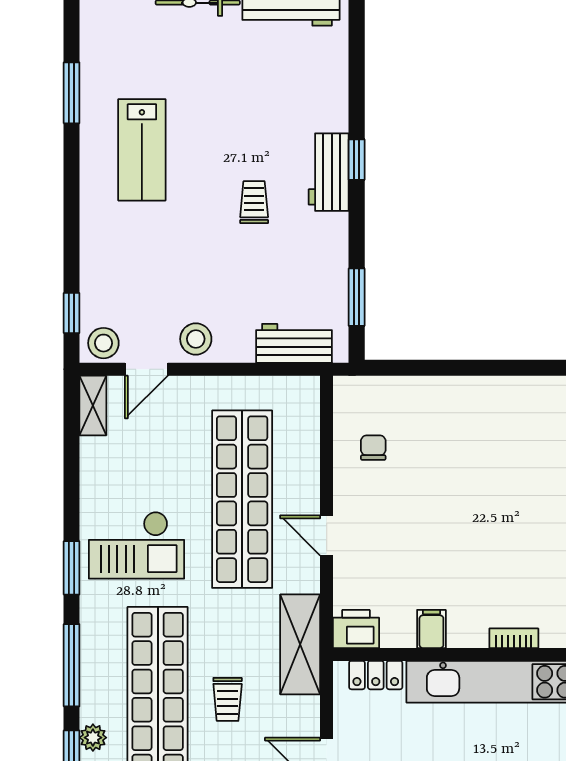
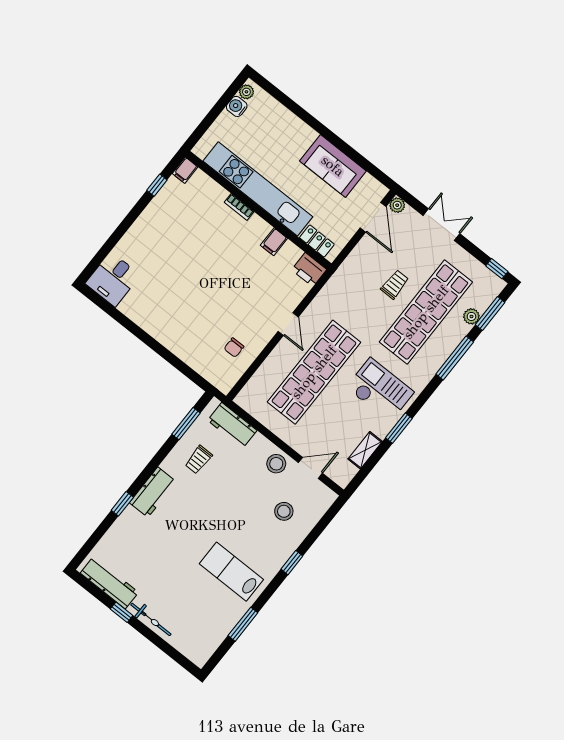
lab bench: (142, 150) -> (231, 572), turned -90
window: (357, 160) -> (122, 504), moved
trolley: (254, 202) -> (199, 460), moved
window: (72, 313) -> (292, 563), moved
stool: (103, 343) -> (284, 511), moved
shelving: (93, 405) -> (365, 450), moved
window: (72, 568) -> (399, 428), moved
shelving: (300, 644) -> (341, 283), removed

